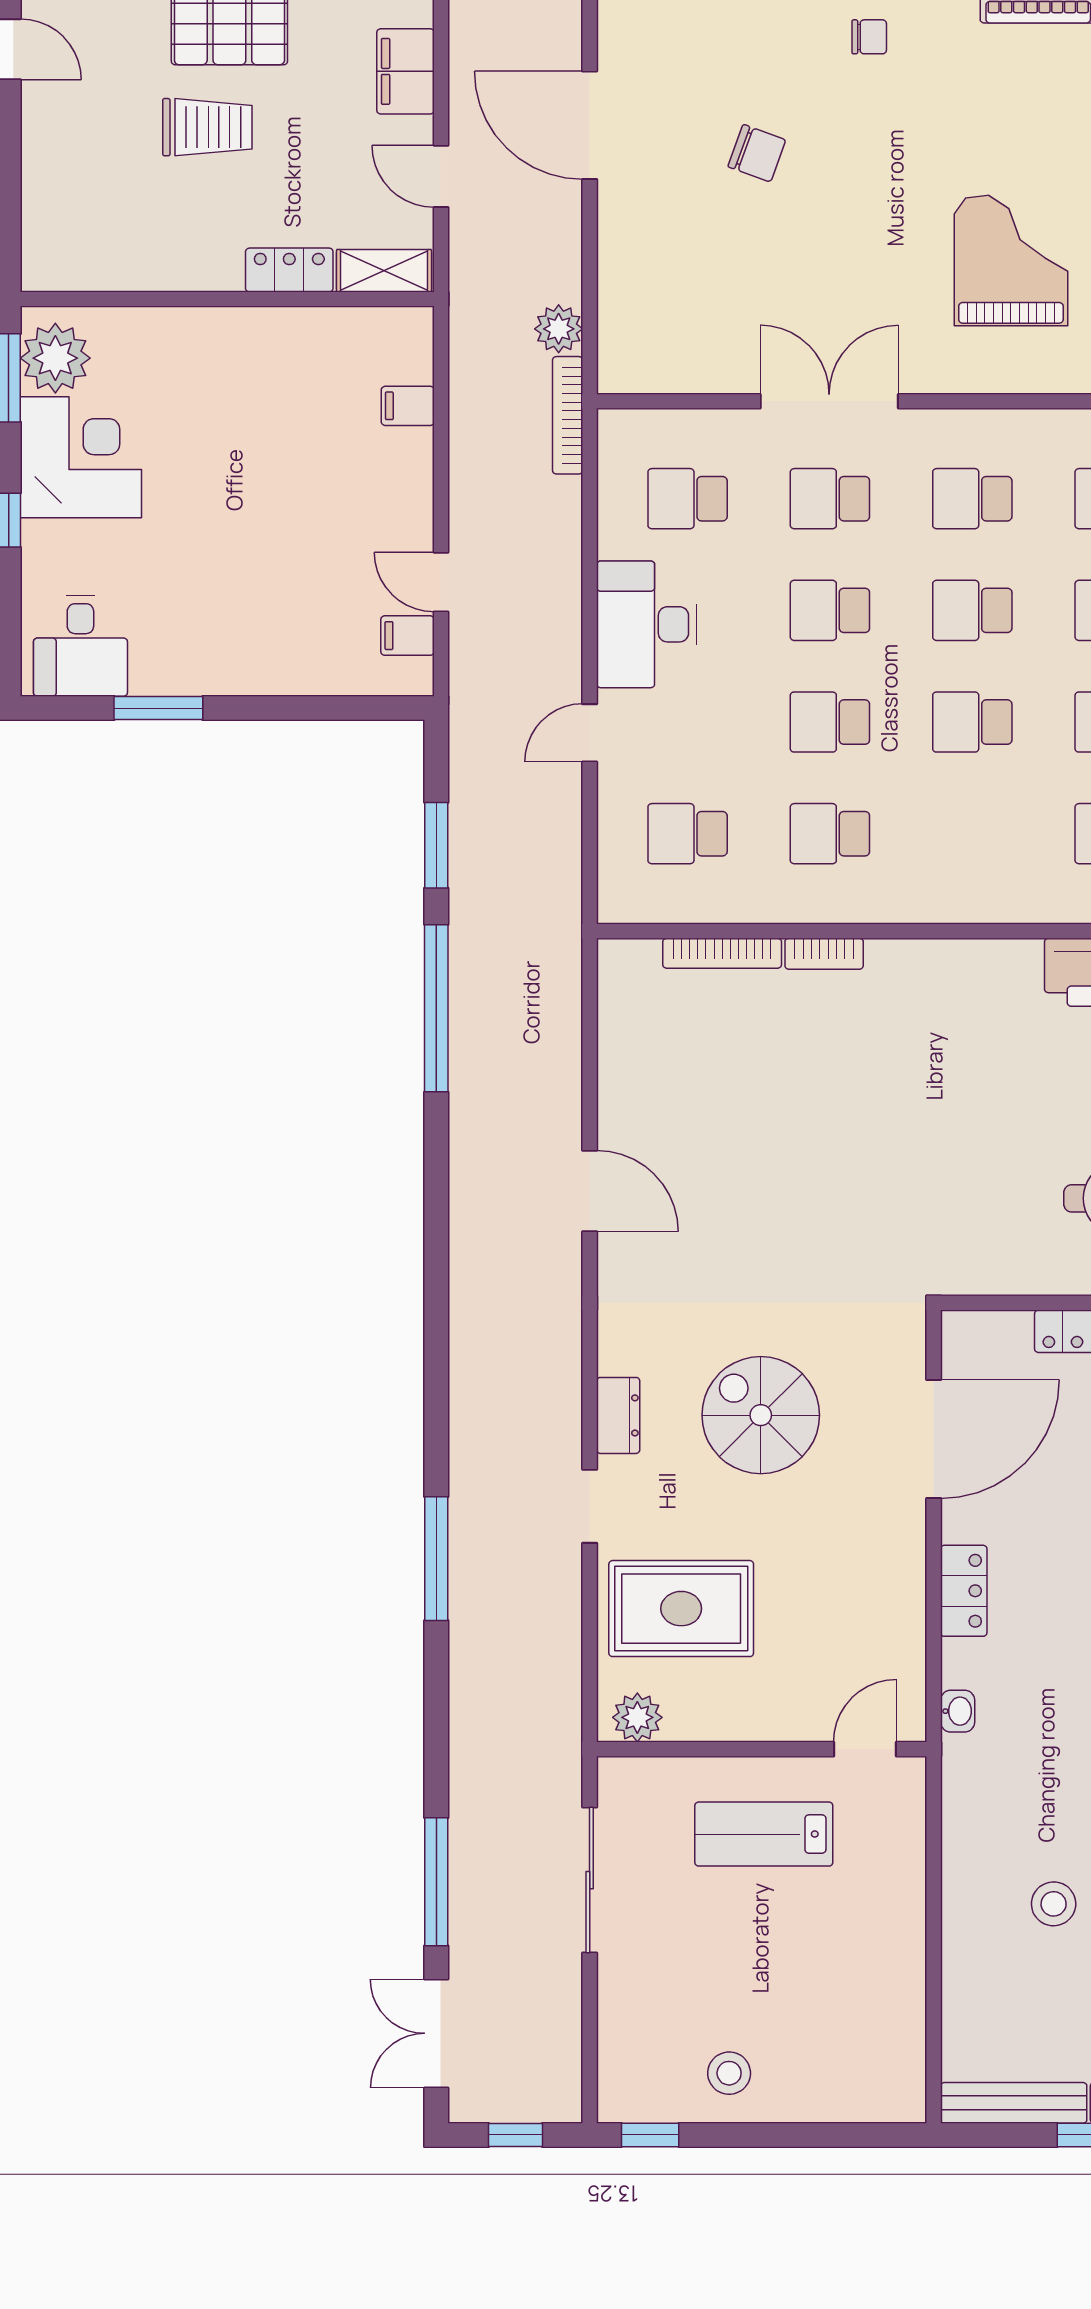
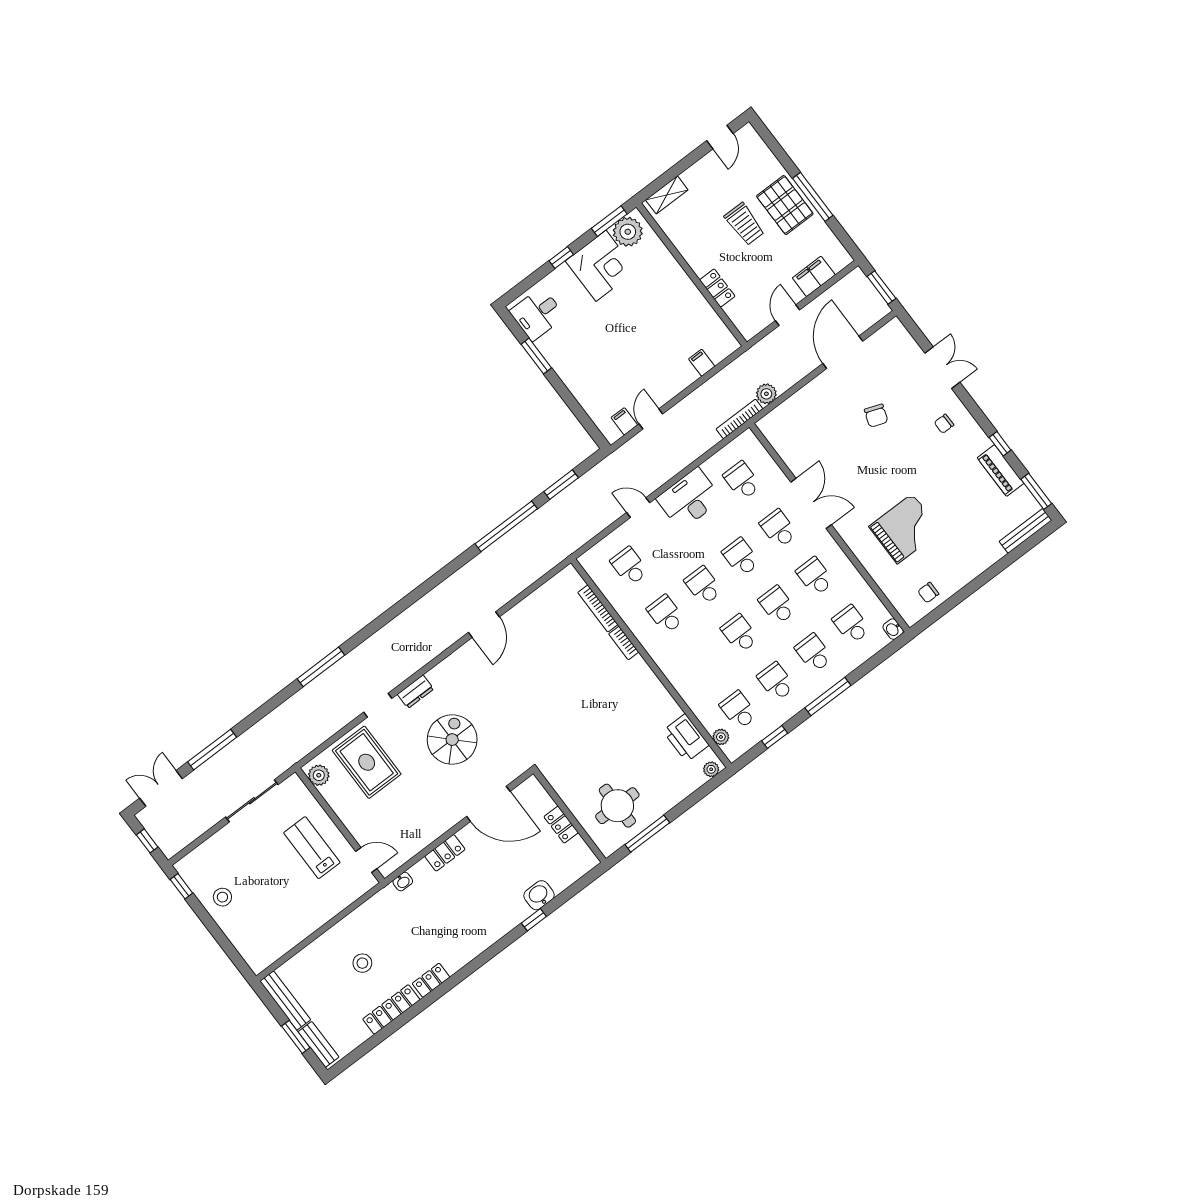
chair: (869, 37) -> (944, 424), turned 90
shelving: (384, 271) -> (667, 195), moved, turned 90

